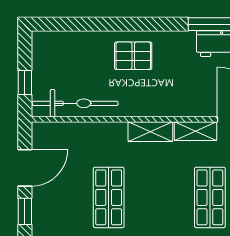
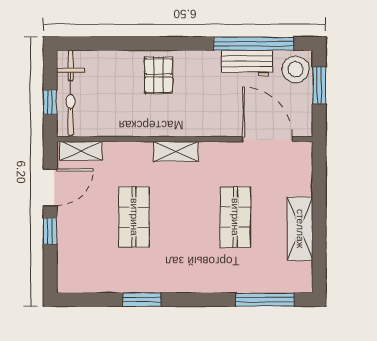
pallet: (133, 56) -> (159, 75), turned 90
bicycle: (75, 103) -> (71, 93), moved, turned 90
shelving: (196, 131) -> (81, 151), moved

